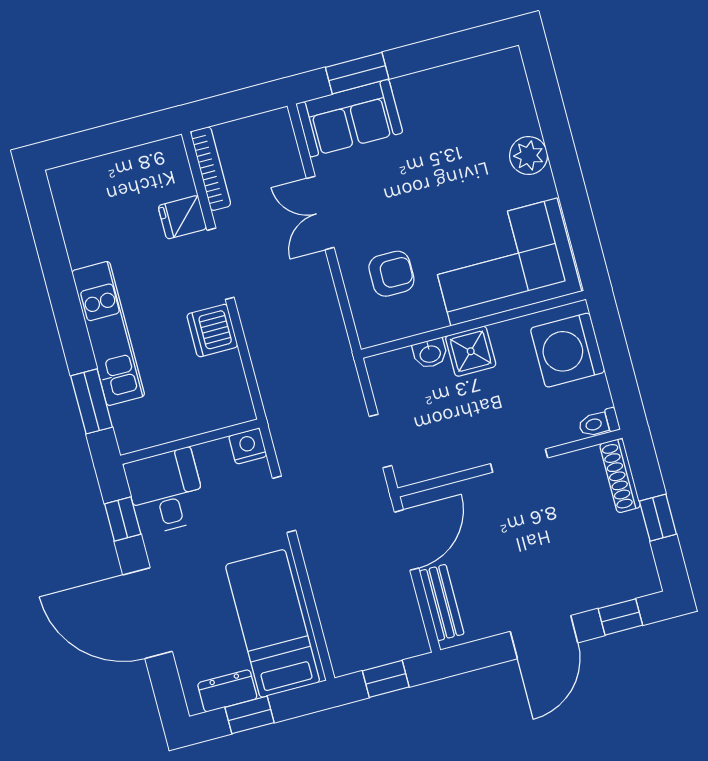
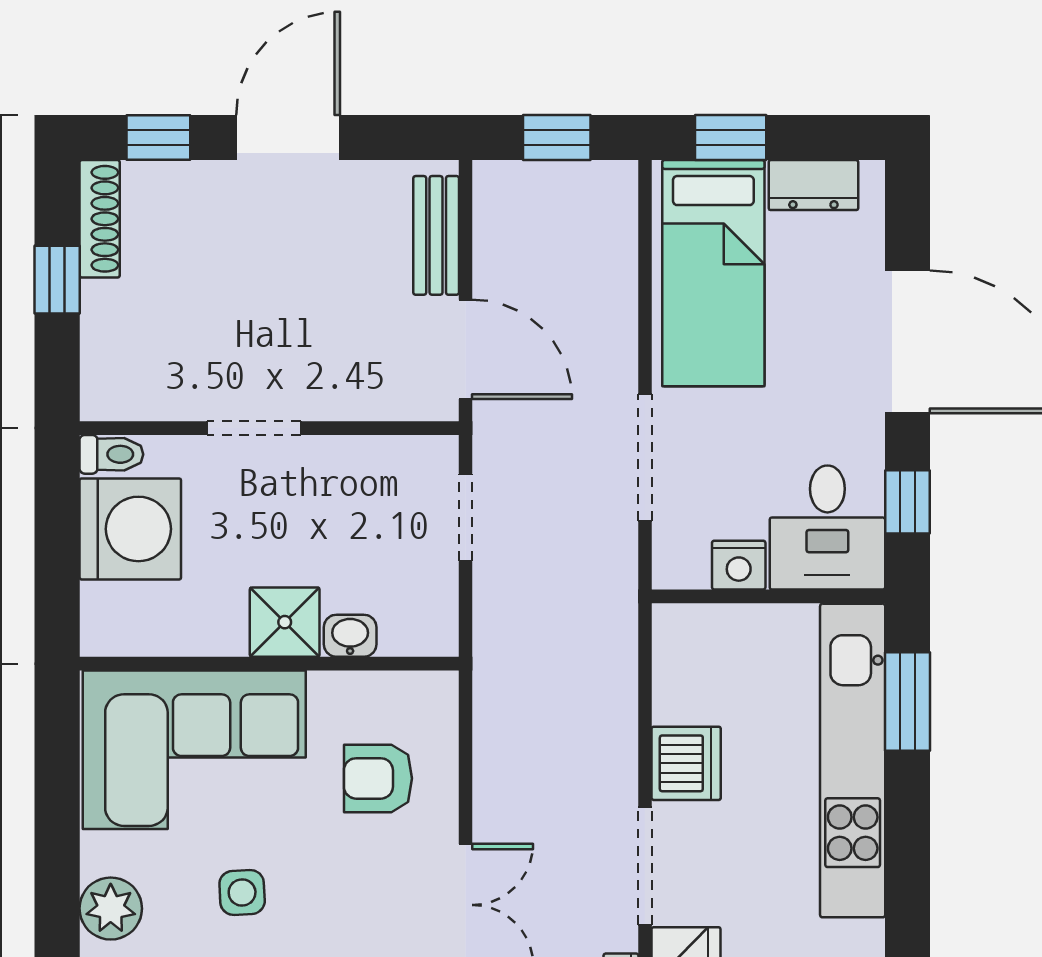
side table: (454, 185) -> (242, 893), added
kitchen unit: (108, 333) -> (853, 761), width x1.36
washing machine: (568, 350) -> (130, 529), moved
nightstand: (248, 446) -> (739, 565), moved
shoe rack: (620, 476) -> (100, 219), moved
doorway: (284, 504) -> (645, 457), width x1.38
door: (407, 540) -> (466, 349), swing flipped
window: (250, 715) -> (731, 138), moved

